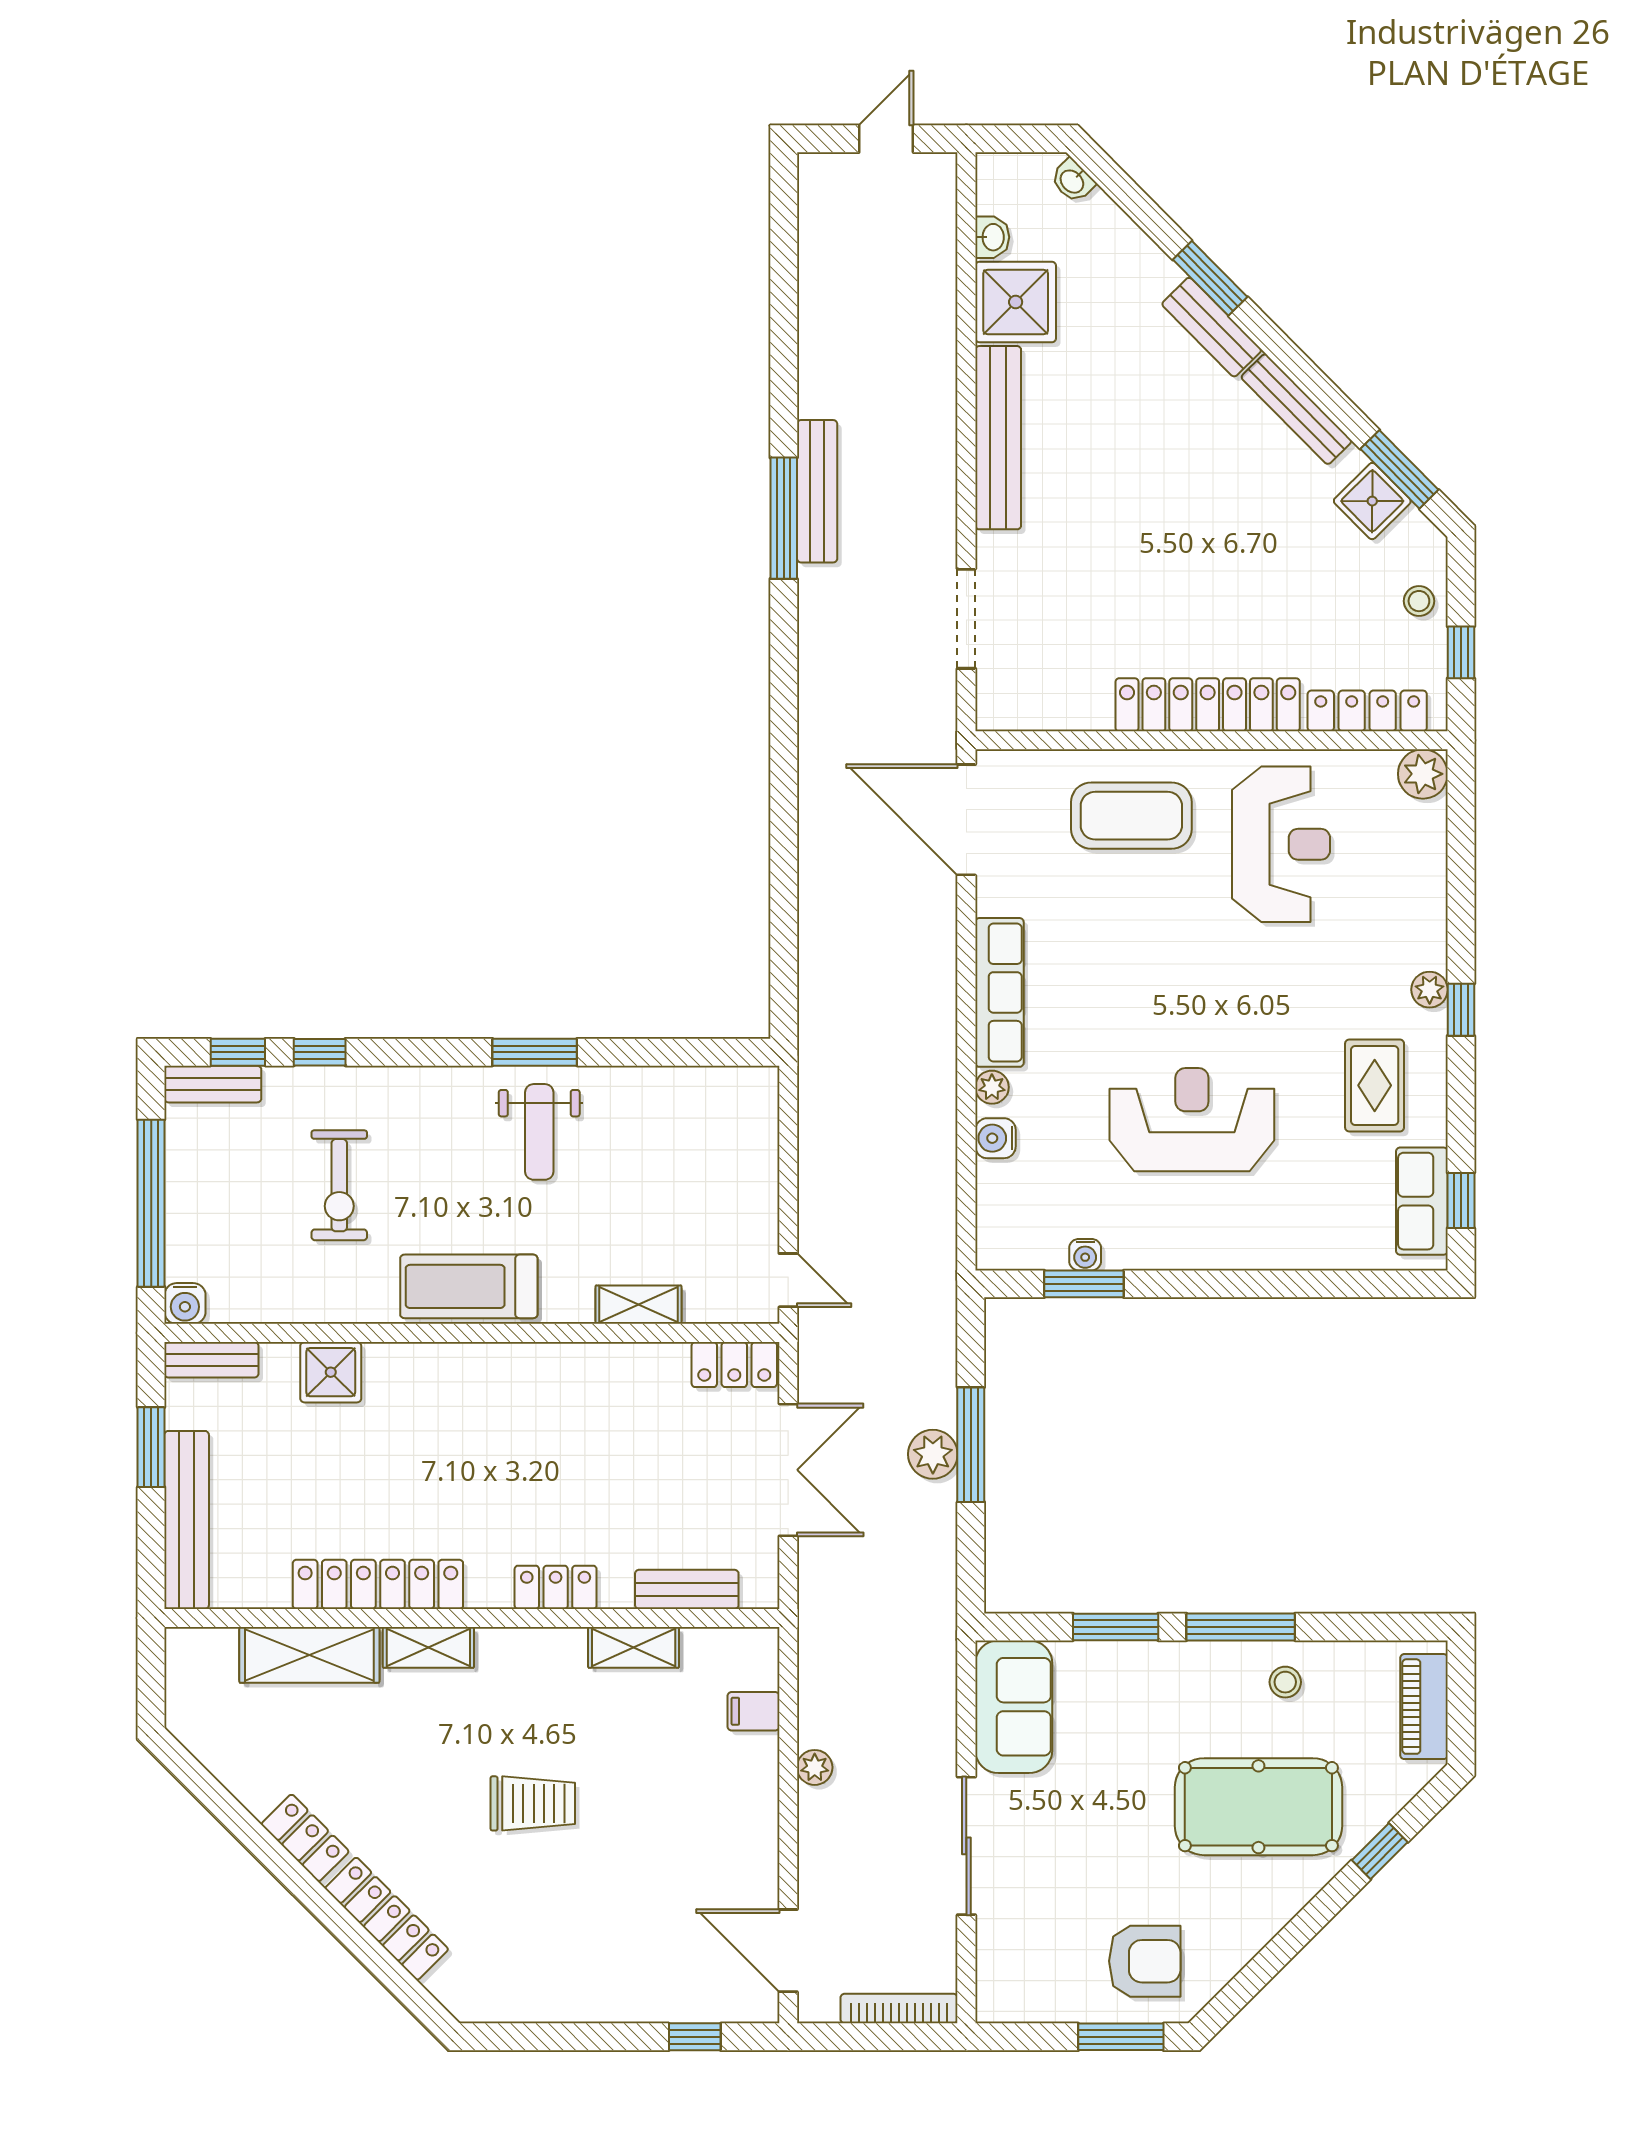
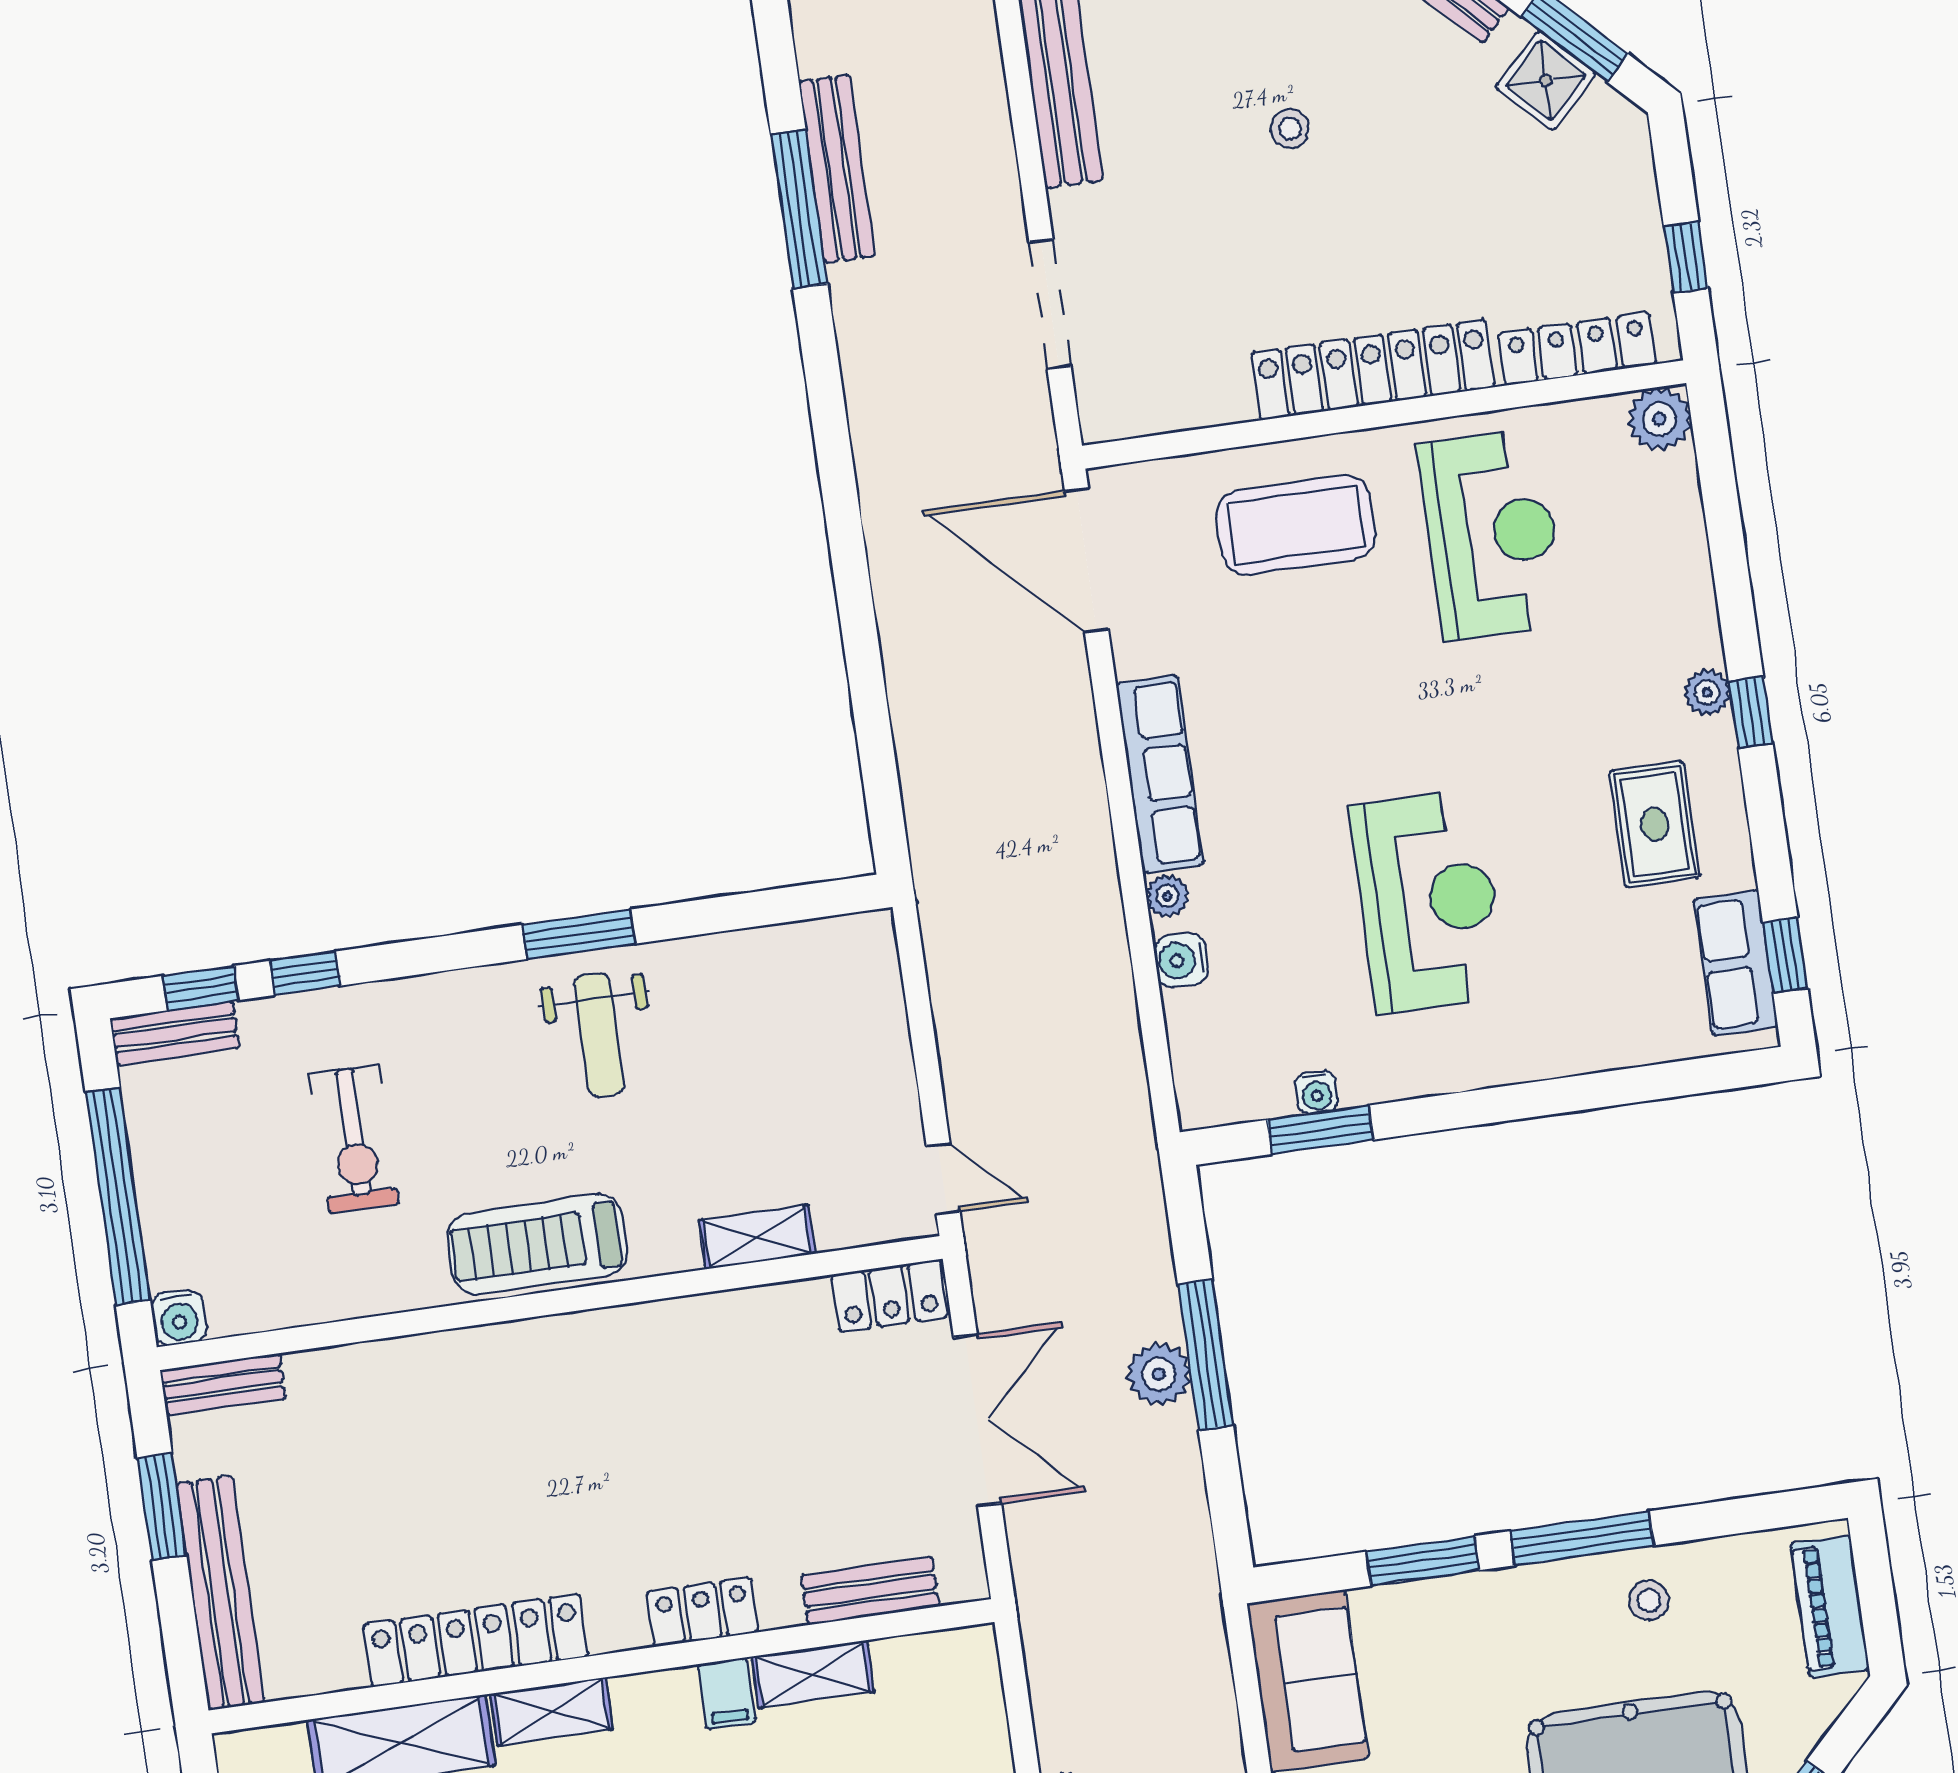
stool: (1419, 601) -> (1290, 129), moved
reception desk: (1192, 1120) -> (1428, 901), turned 90
shower: (331, 1372) -> (377, 1379), removed
filing cabinet: (753, 1711) -> (727, 1693), moved, turned -90

